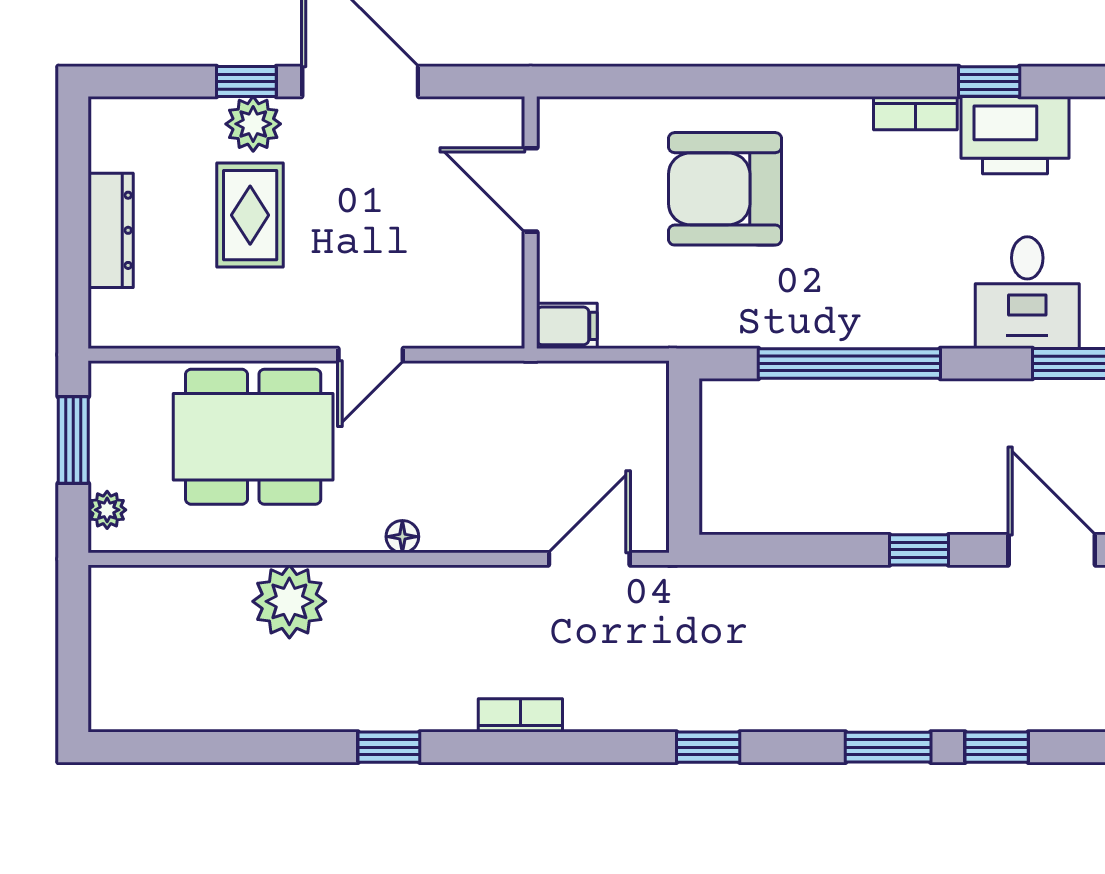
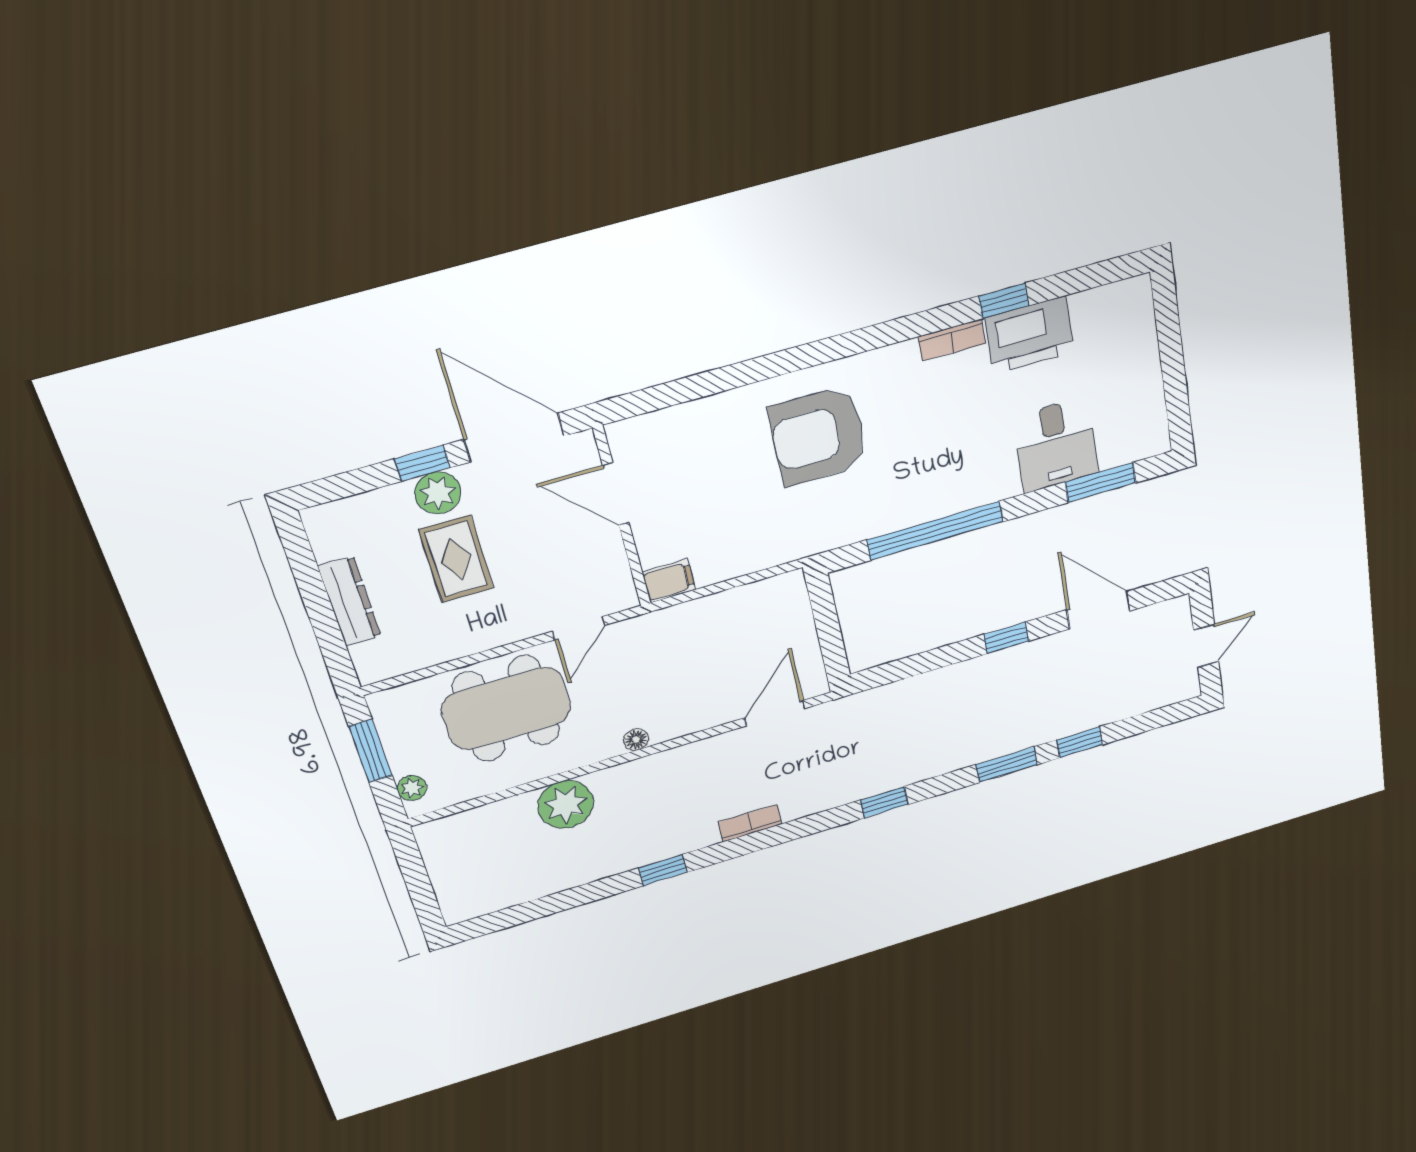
door: (531, 190) -> (616, 494), moved
wall: (531, 223) -> (622, 517), moved
filing cabinet: (567, 326) -> (669, 581), moved

